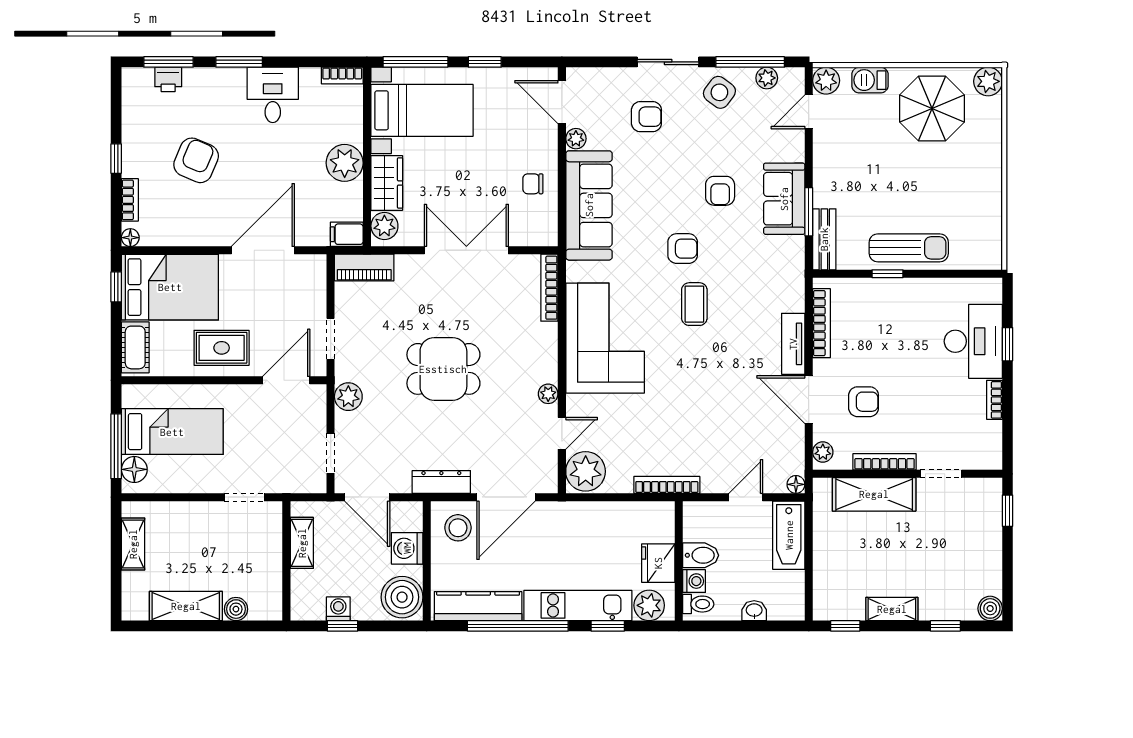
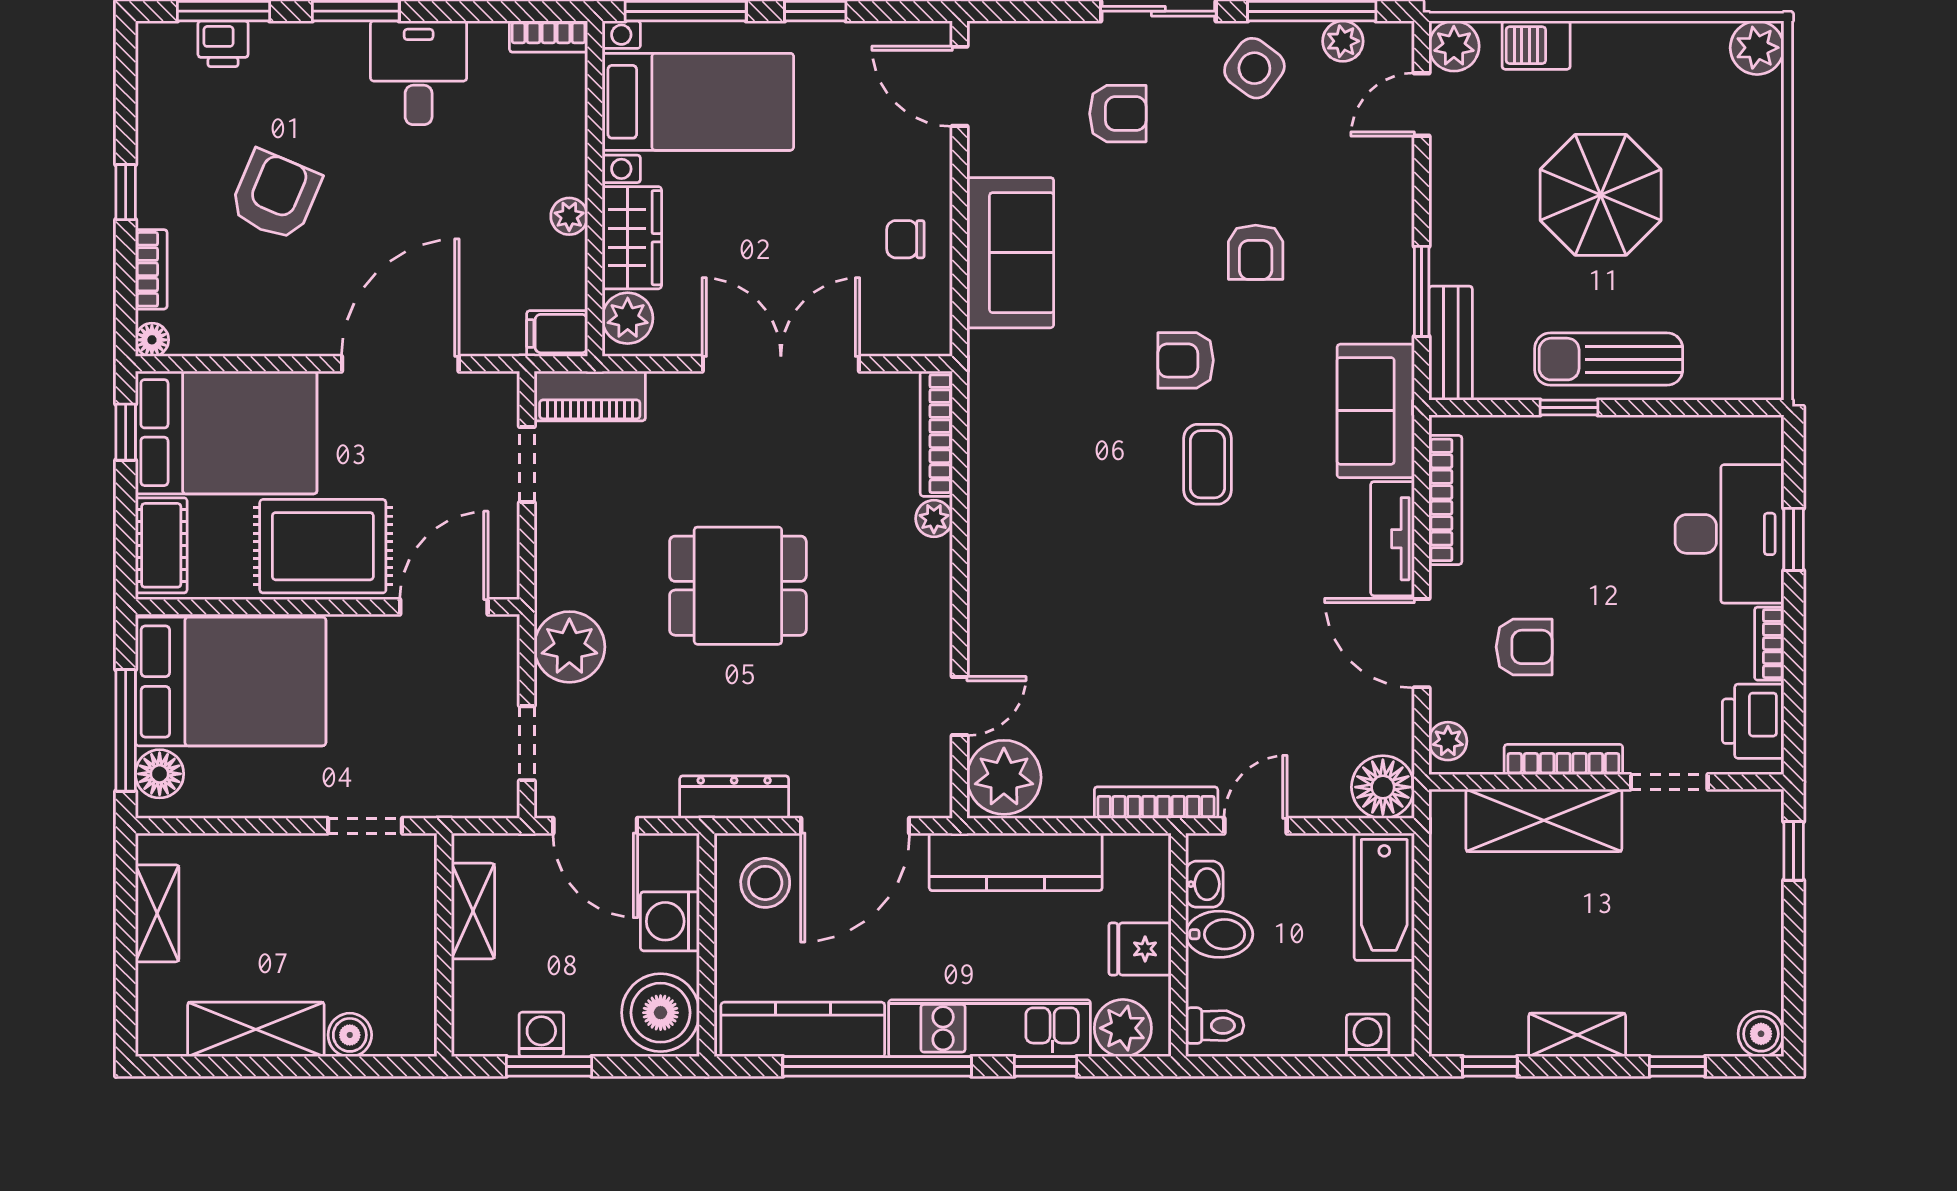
parasol: (932, 109) -> (1601, 195), moved
plant: (576, 139) -> (986, 155), removed
plant: (345, 163) -> (569, 216), width x0.53, depth x0.53
sofa: (784, 199) -> (1376, 411), moved
sofa: (589, 205) -> (1010, 253), width x0.73
sun lounger: (909, 248) -> (1609, 359), turned 180
armchair: (683, 249) -> (1186, 360), turned 180
corner sofa: (605, 338) -> (1040, 528), removed
doorway: (331, 339) -> (527, 465), moved
rug: (222, 348) -> (323, 546), width x1.36, depth x1.43
plant: (548, 394) -> (934, 519), moved
plant: (348, 397) -> (569, 647), width x1.36, depth x1.36
bed: (172, 432) -> (231, 681), width x1.50
printer: (986, 441) -> (1753, 721), added
floor lamp: (796, 484) -> (1383, 787), width x1.89, depth x1.89
door: (746, 497) -> (1256, 826), moved
kitchen counter: (592, 517) -> (1016, 862), added
fridge: (658, 563) -> (1140, 949), width x0.72
washing machine: (694, 581) -> (1368, 1035), moved, turned -90
washbasin: (754, 611) -> (1204, 884), moved, turned 90
window: (342, 626) -> (549, 1066), width x1.50

